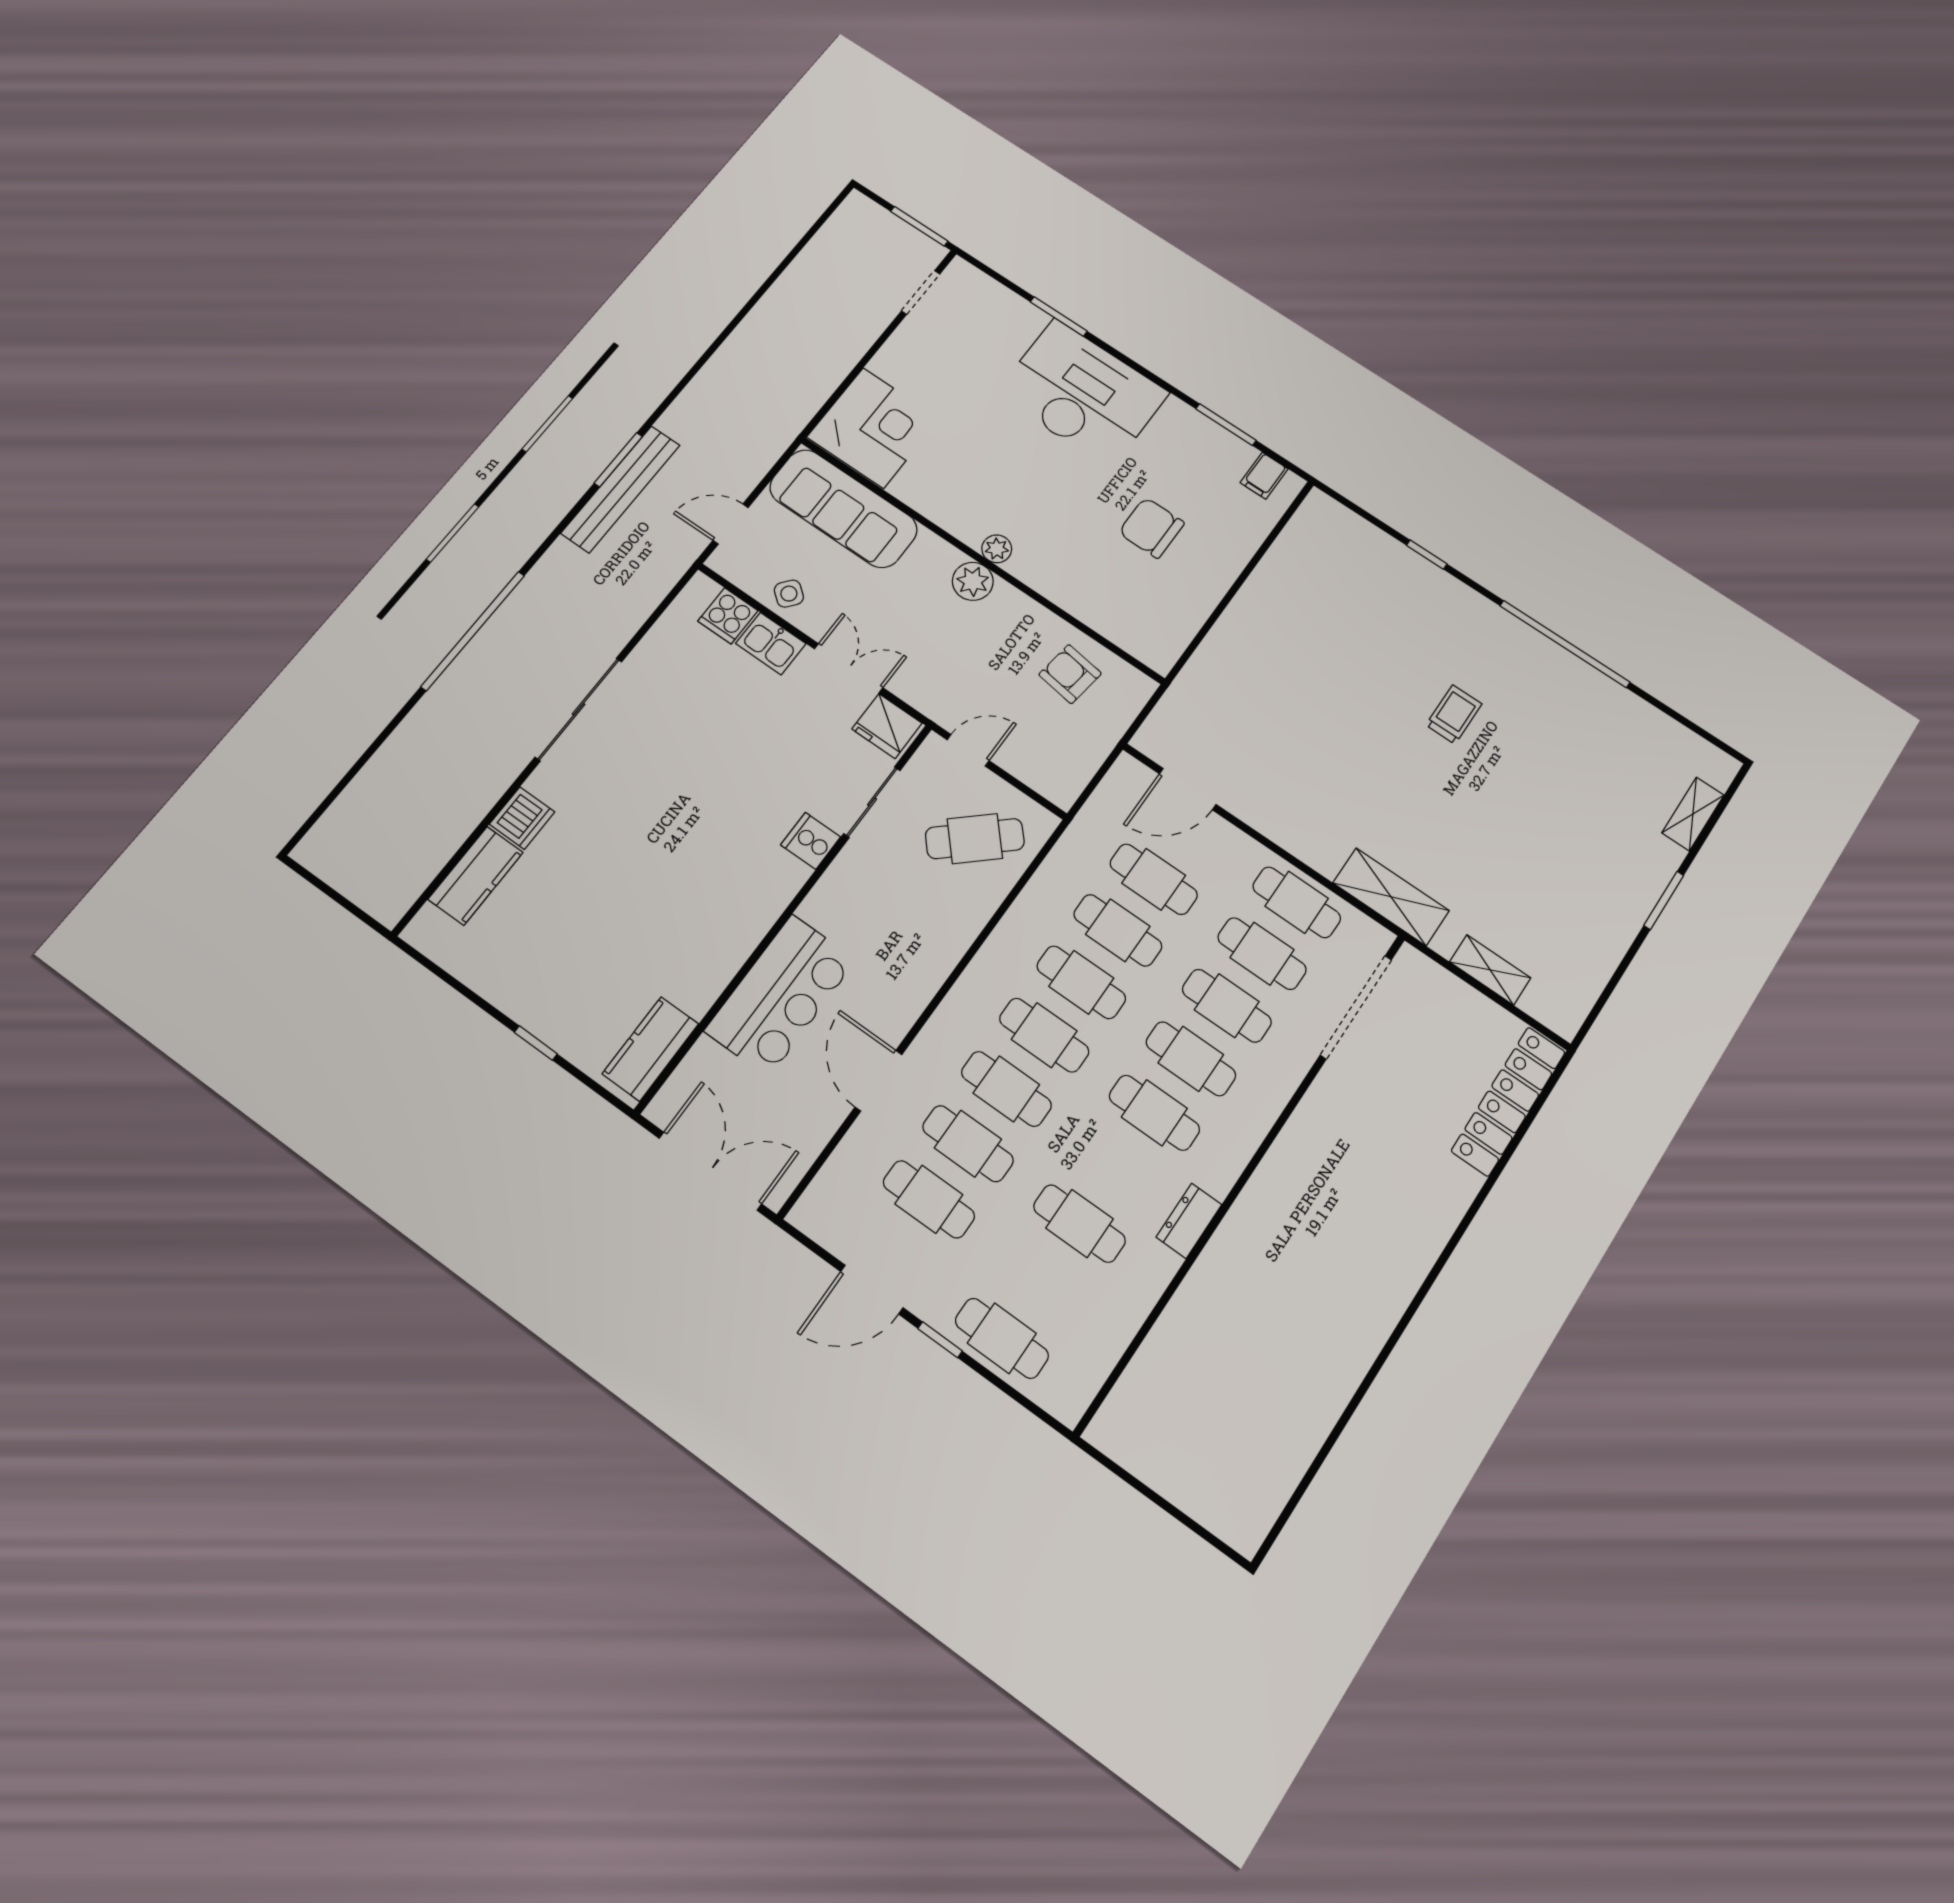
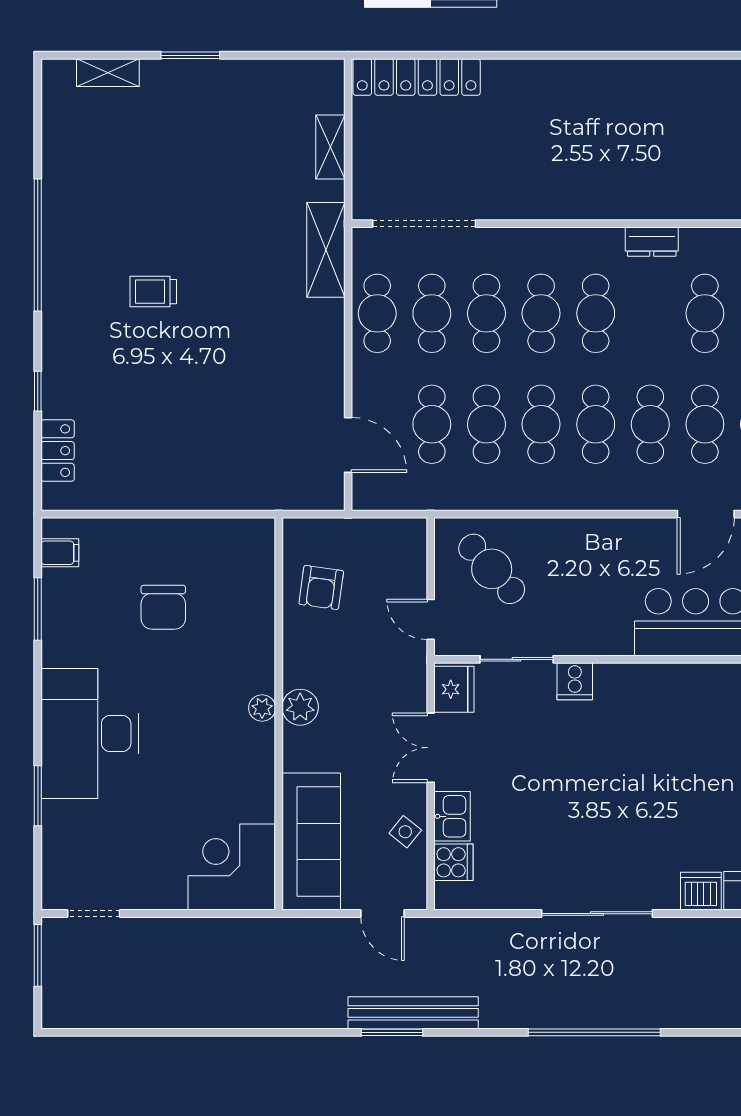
locker: (1360, 535) -> (58, 451), added

